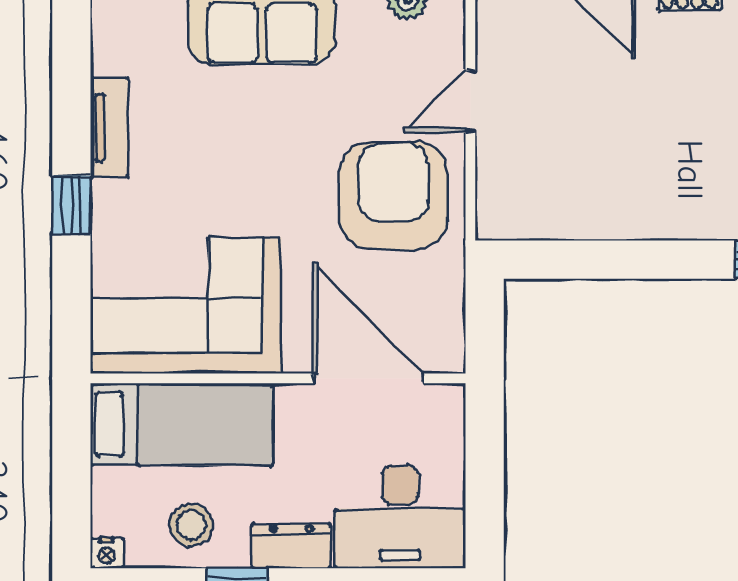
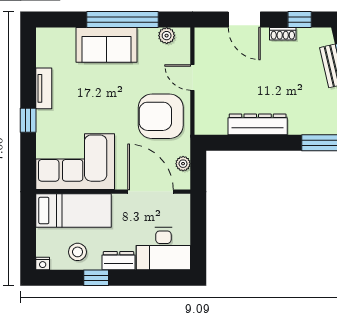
door: (470, 101) -> (192, 77), hinge flipped
armchair: (393, 195) -> (161, 116), turned -90
dresser: (629, 215) -> (258, 124), added
plant: (448, 310) -> (183, 164), added

